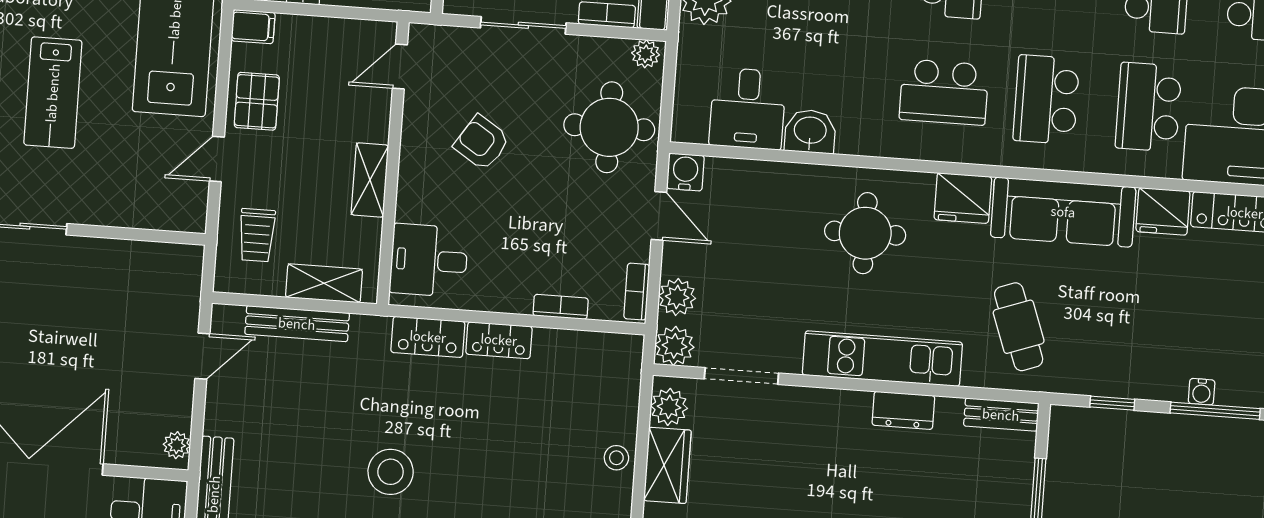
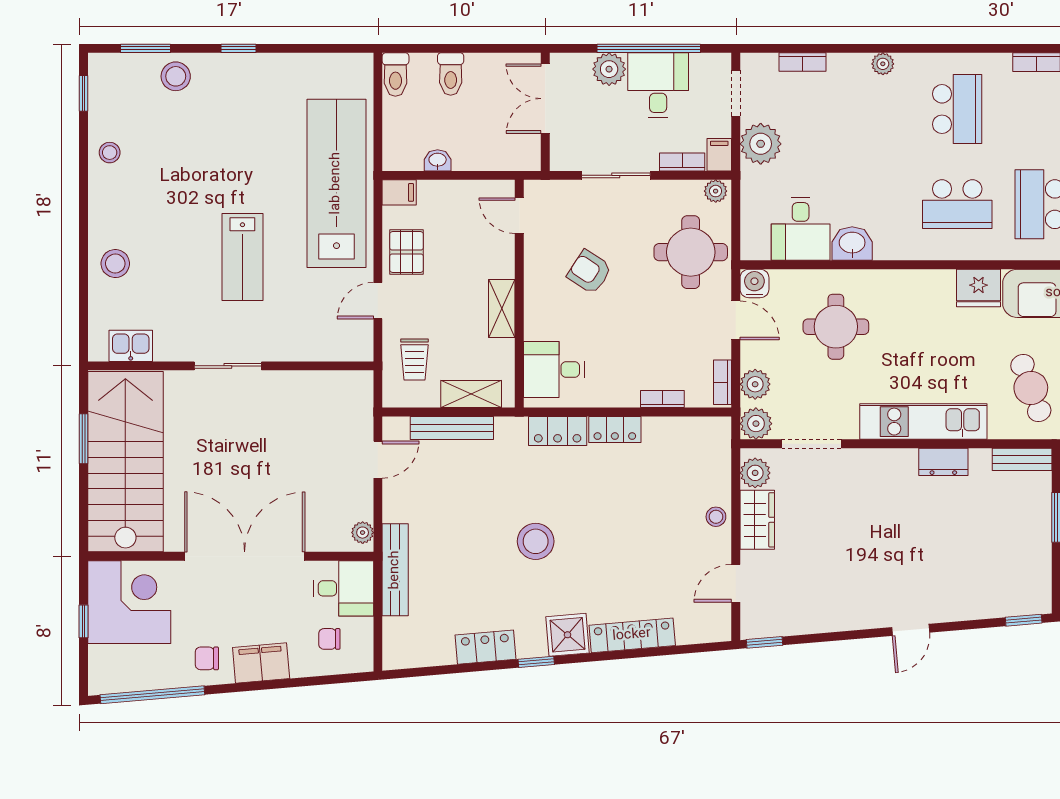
door: (400, 66) -> (519, 216), hinge flipped
round table: (865, 233) -> (836, 327), moved

